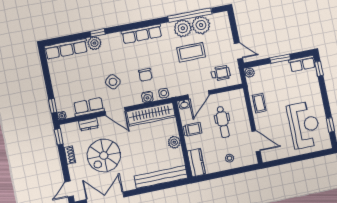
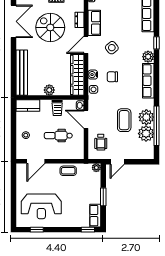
plant: (94, 43) -> (148, 57), moved

